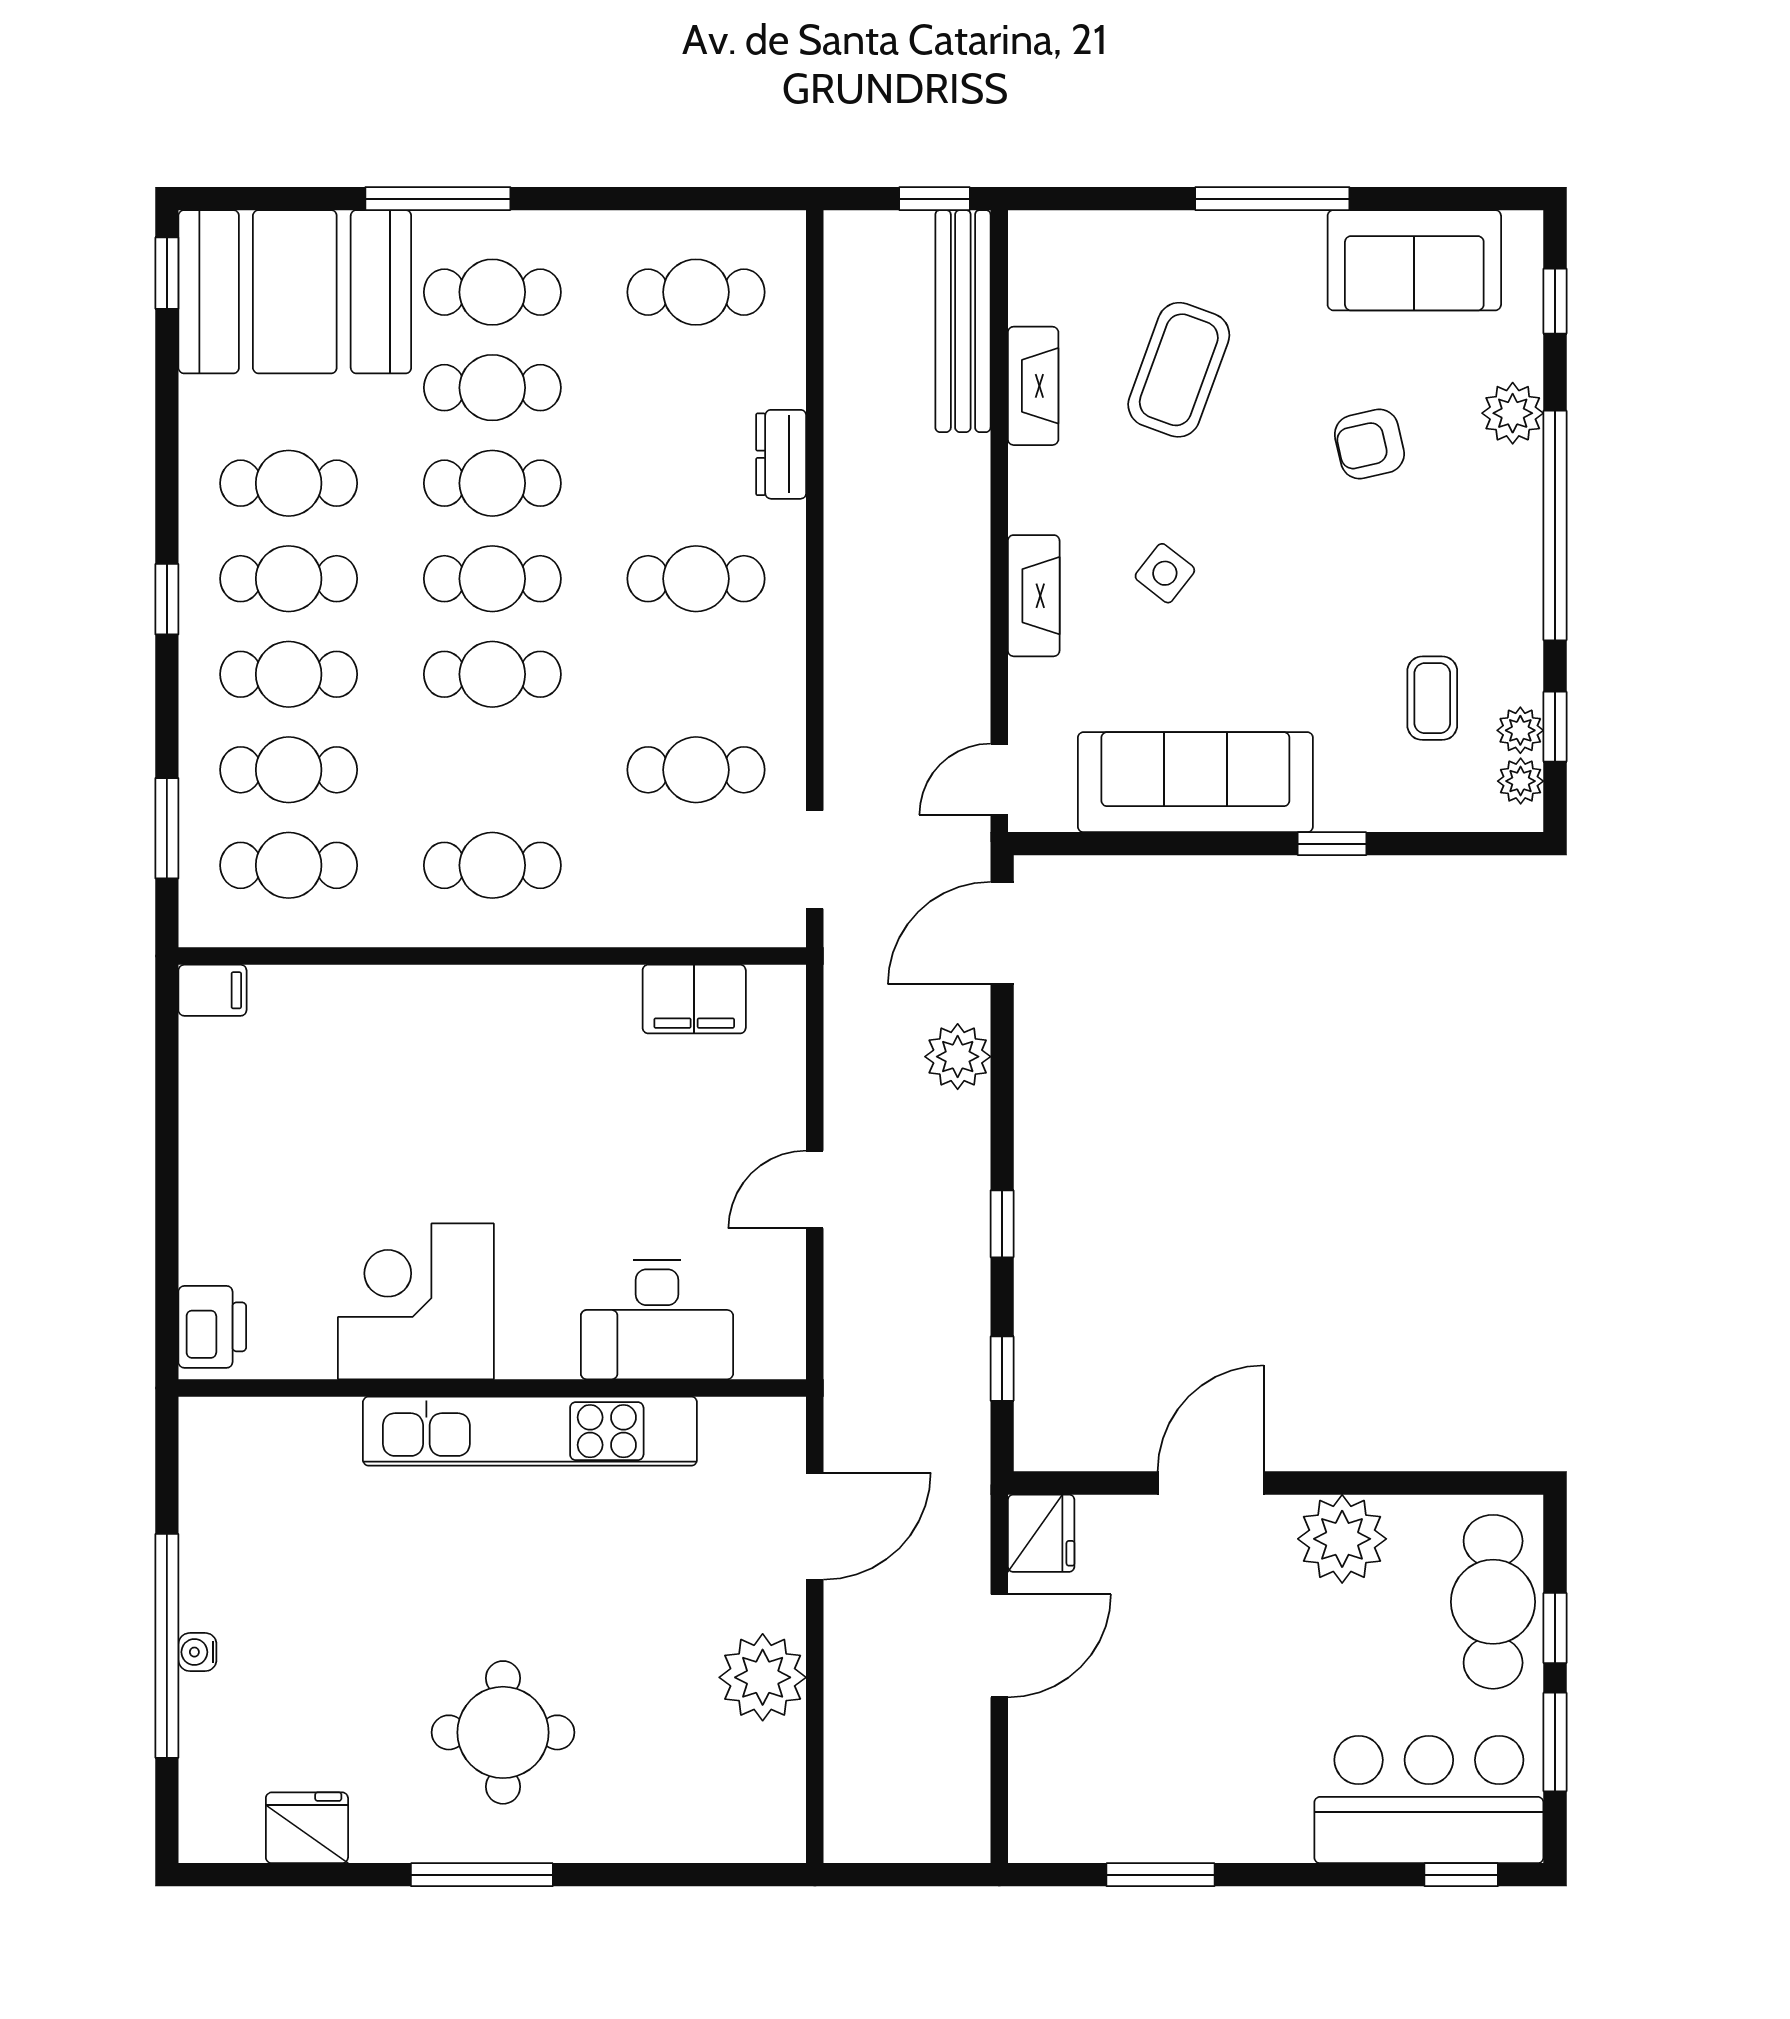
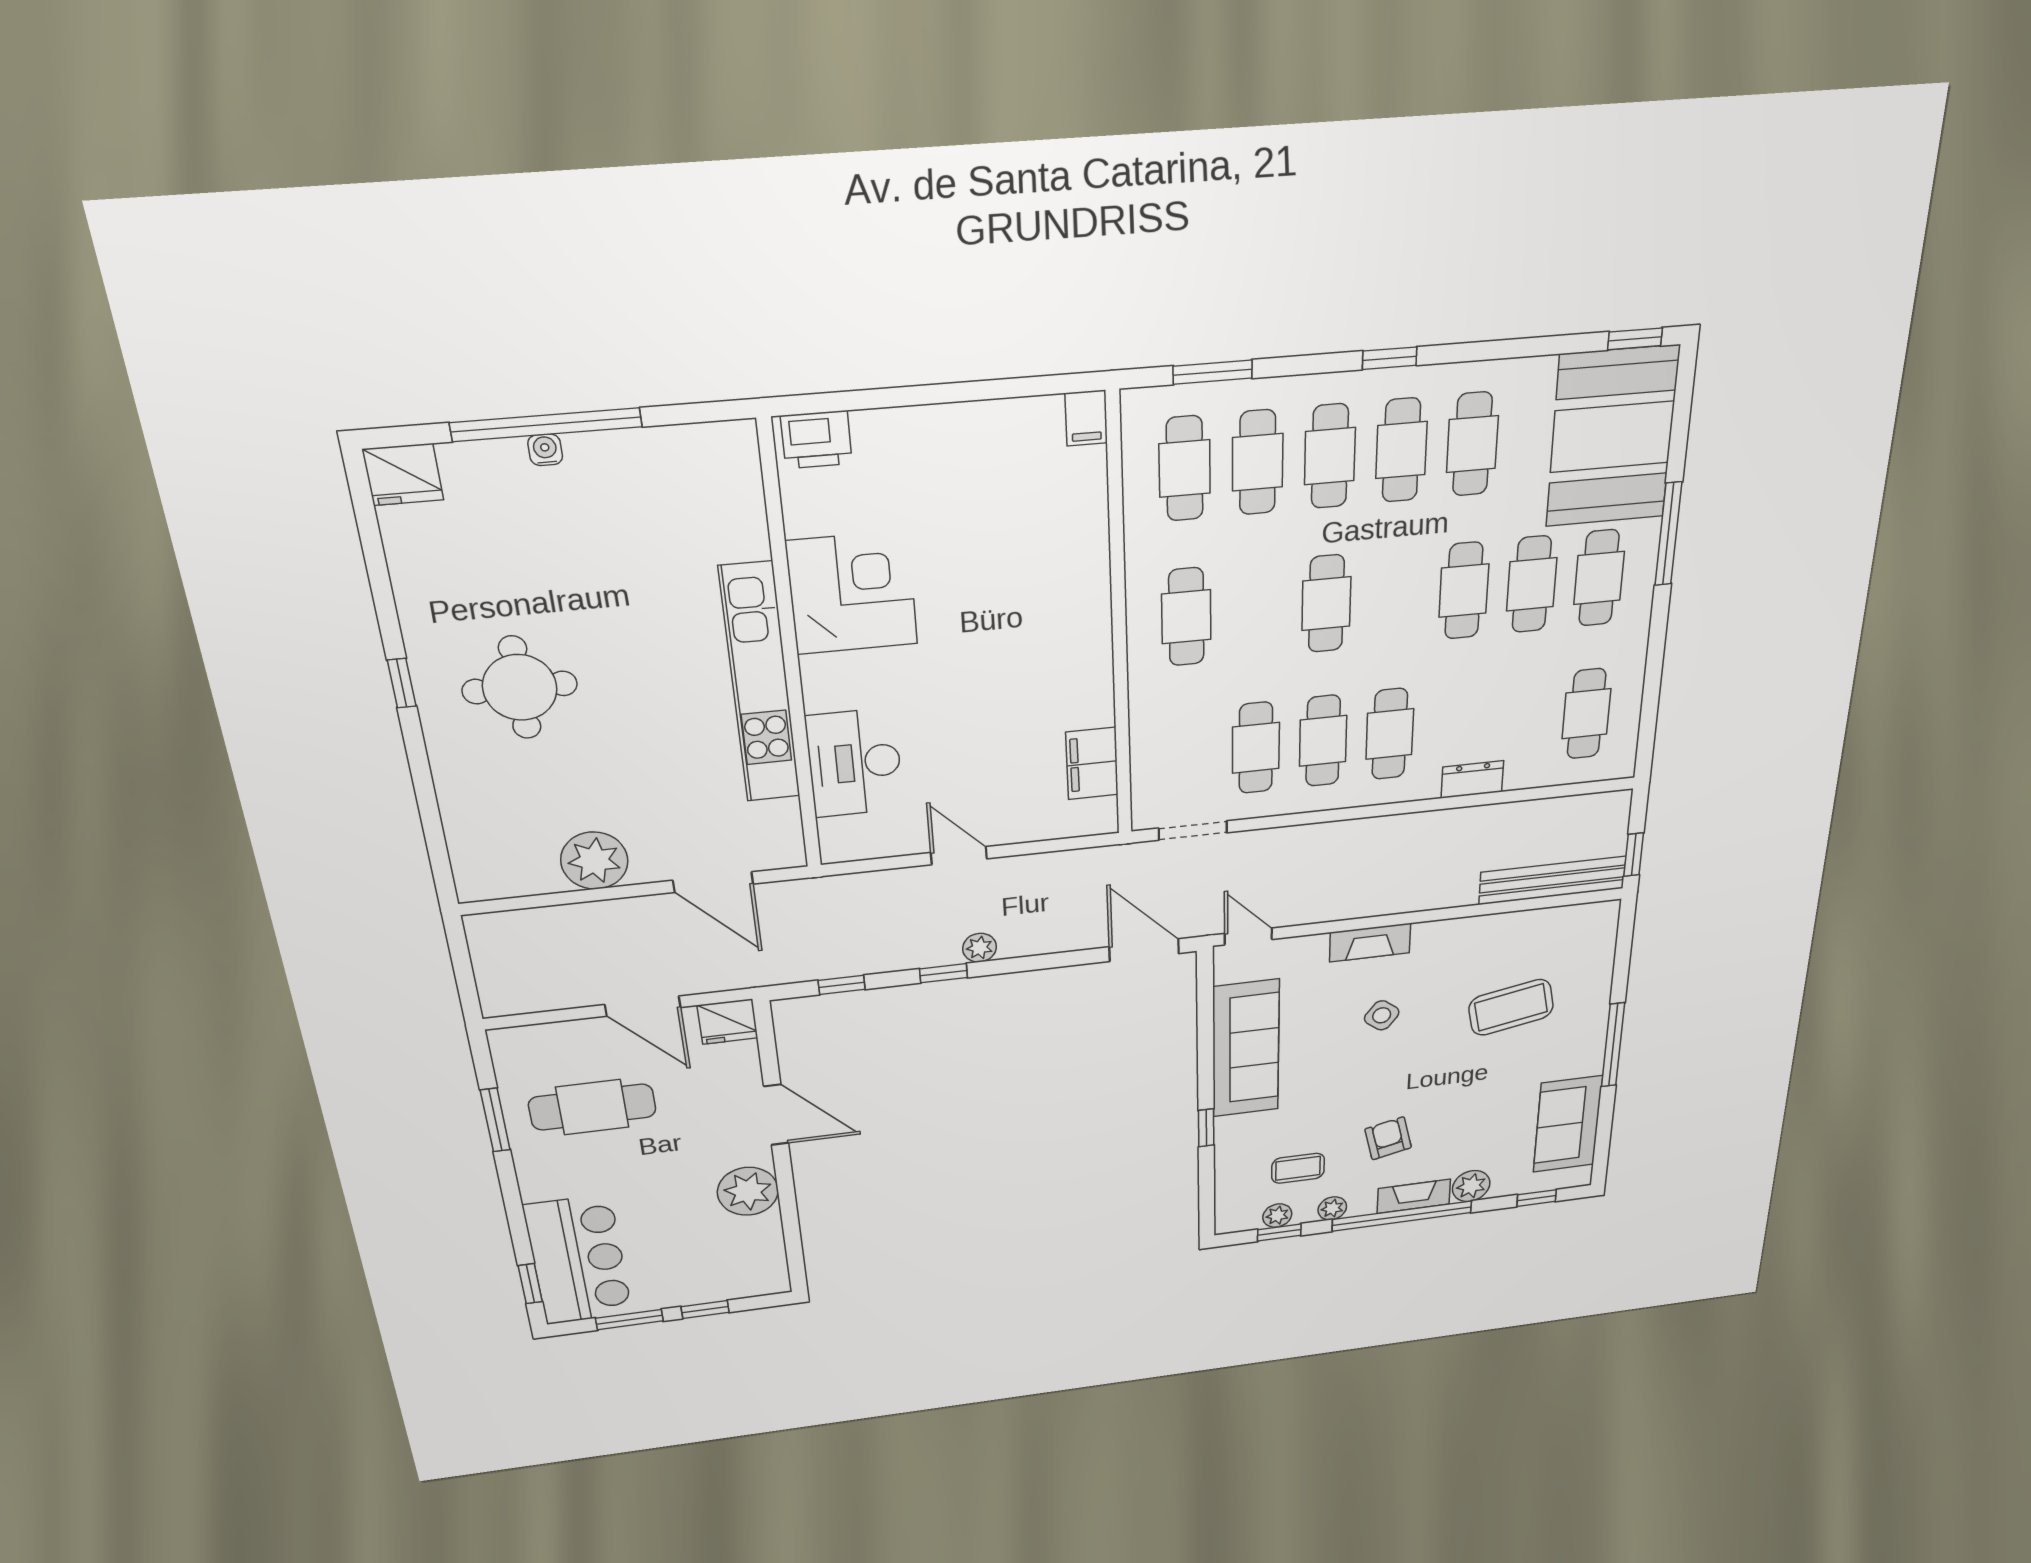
coffee table: (1179, 370) -> (1511, 1007), turned -31
fireplace: (1033, 386) -> (1414, 1196), moved, turned 180
armchair: (1369, 444) -> (1388, 1138), moved
cafe table: (492, 579) -> (1323, 741), moved
plant: (1521, 781) -> (1332, 1208), moved
plant: (958, 1057) -> (980, 948), moved, width x0.73, depth x0.73
cafe table: (1493, 1602) -> (592, 1107), moved
fridge: (307, 1828) -> (403, 475), moved, turned 90
window: (482, 1875) -> (402, 683), width x0.46

